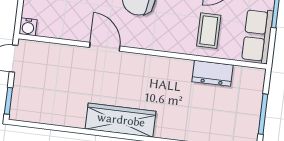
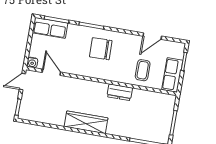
door: (105, 47) -> (51, 72), moved
dresser: (213, 73) -> (120, 92), moved

